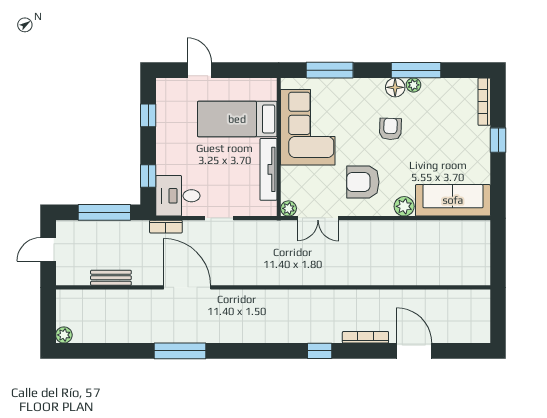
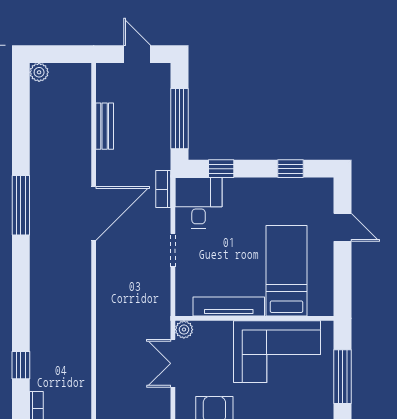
door: (199, 70) -> (342, 227), hinge flipped

